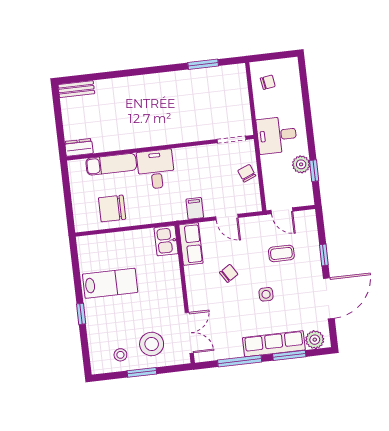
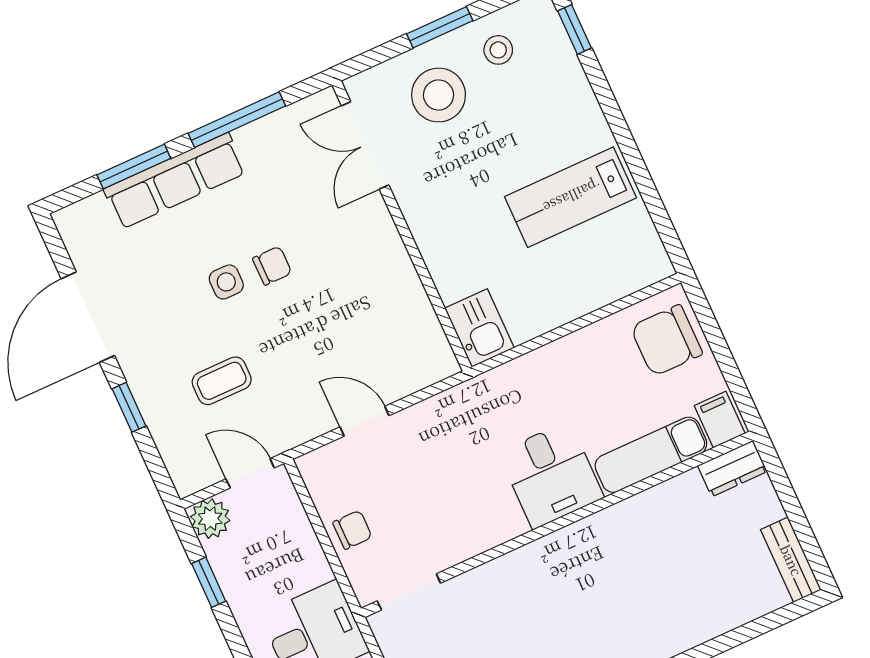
bench: (76, 89) -> (791, 560), moved, turned 90
plant: (301, 164) -> (210, 519), moved
chair: (247, 173) -> (352, 530), turned -68
chair: (112, 208) -> (666, 340), moved, turned 180
filing cabinet: (195, 208) -> (720, 420), moved, turned 180
row of seats: (191, 244) -> (423, 338), removed
chair: (229, 273) -> (272, 266), moved, turned -148
window: (81, 314) -> (575, 29), moved
plant: (315, 340) -> (90, 218), removed

